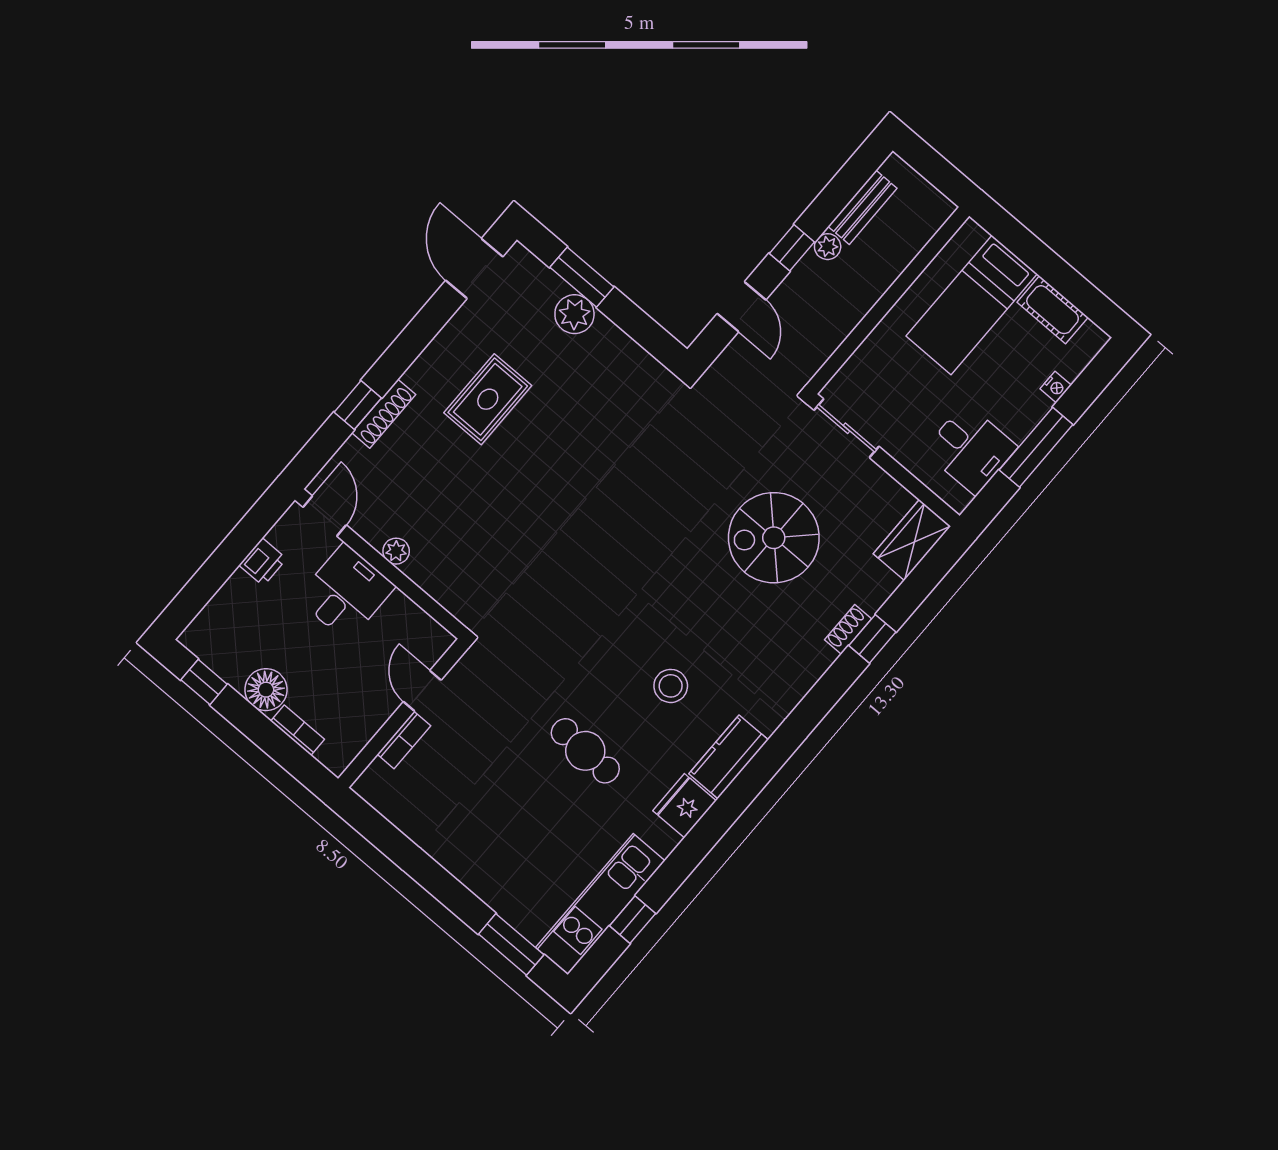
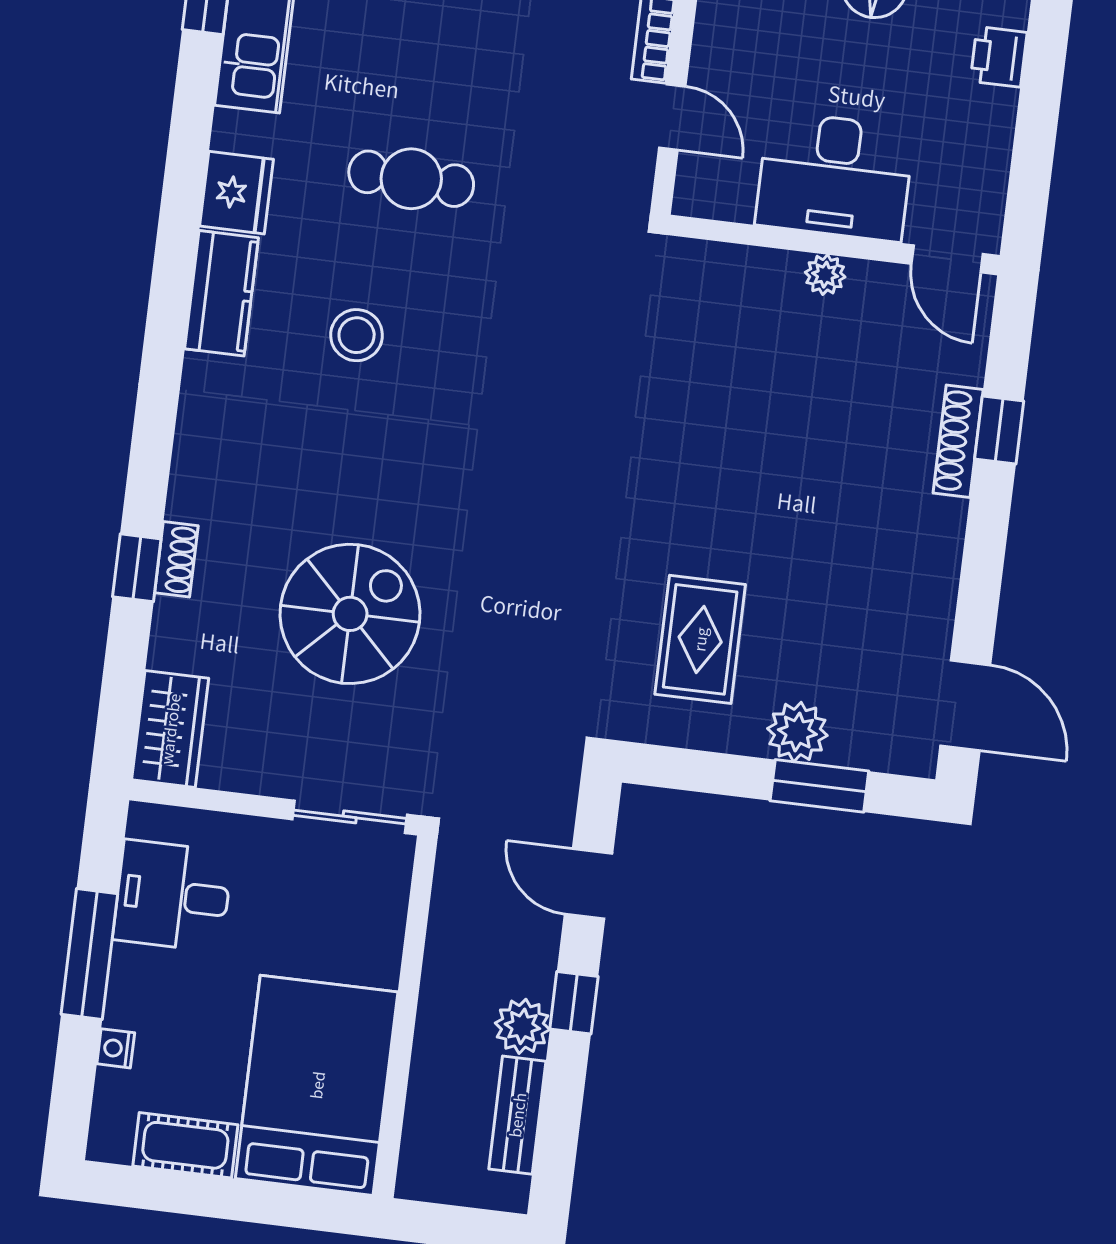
plant: (828, 247) -> (522, 1026), width x1.38, depth x1.38
bed: (972, 305) -> (317, 1085), width x1.50
rug: (488, 399) -> (700, 639), moved
printer: (263, 562) -> (999, 57), moved
desk: (346, 592) -> (835, 176), width x1.37

